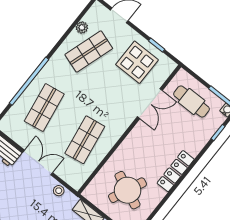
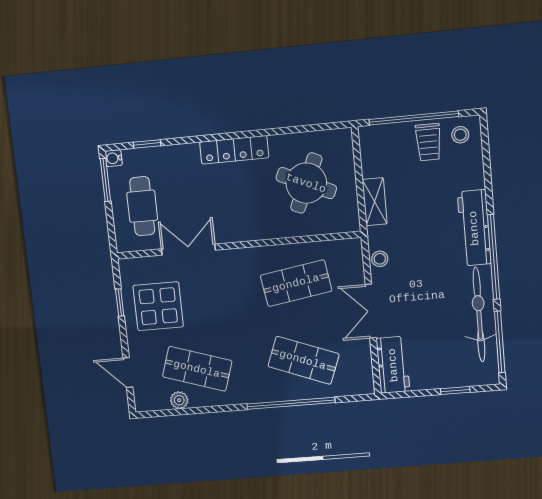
shop shelf: (44, 108) -> (303, 360), turned 30

